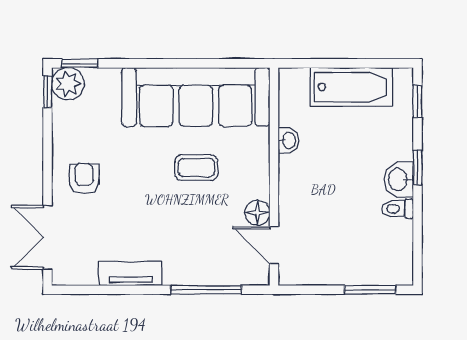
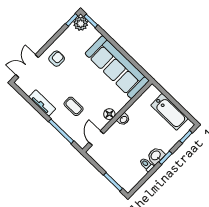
washbasin: (288, 140) -> (123, 119), moved
coffee table: (196, 168) -> (74, 106), moved
floor lamp: (257, 213) -> (109, 114), moved

